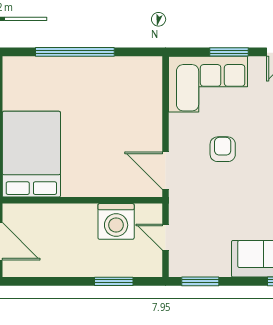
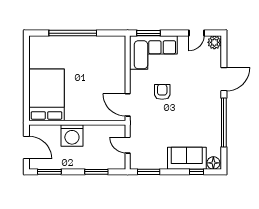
window: (229, 52) -> (148, 33), moved
washing machine: (116, 221) -> (72, 136), moved
window: (36, 281) -> (49, 172), added

